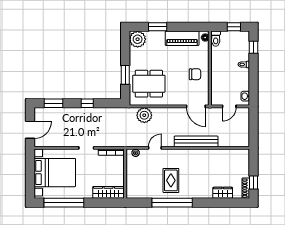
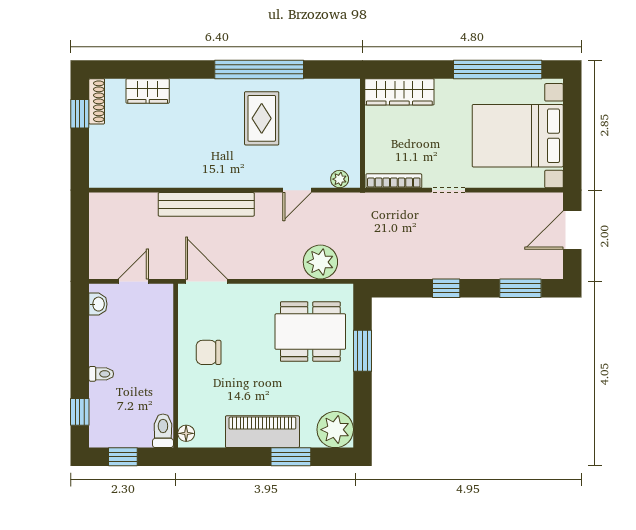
piano: (182, 38) -> (262, 432), moved

